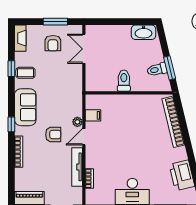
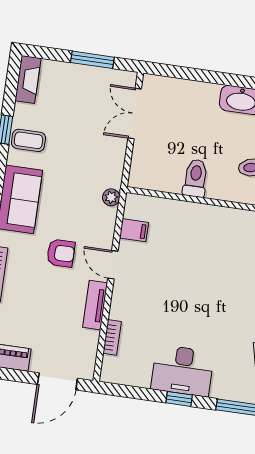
armchair: (53, 43) -> (83, 96), removed
plant: (77, 122) -> (111, 197), moved
door: (84, 137) -> (113, 265), hinge flipped
tv unit: (77, 167) -> (95, 305), width x0.71

